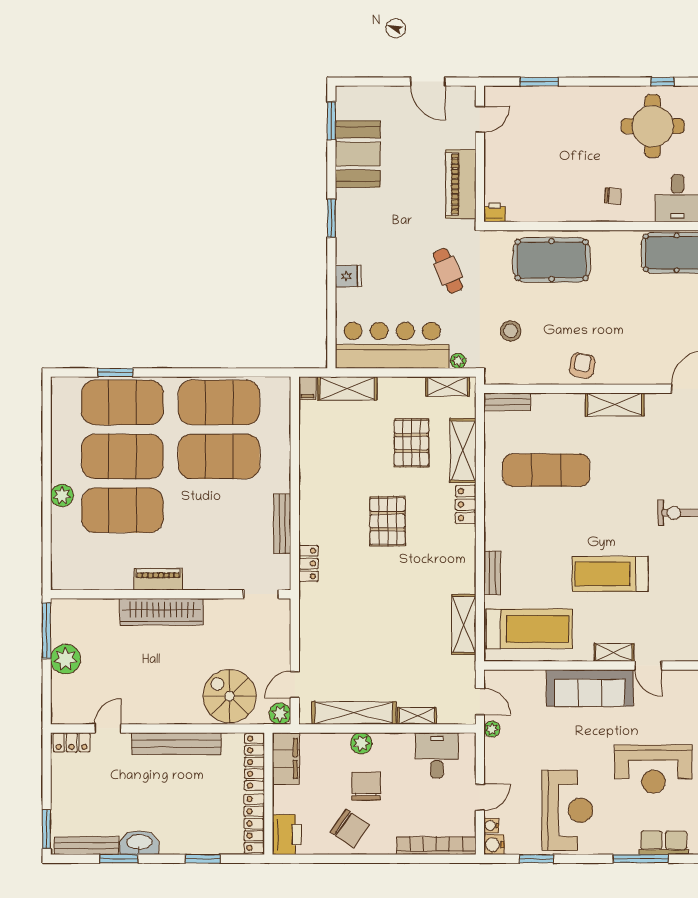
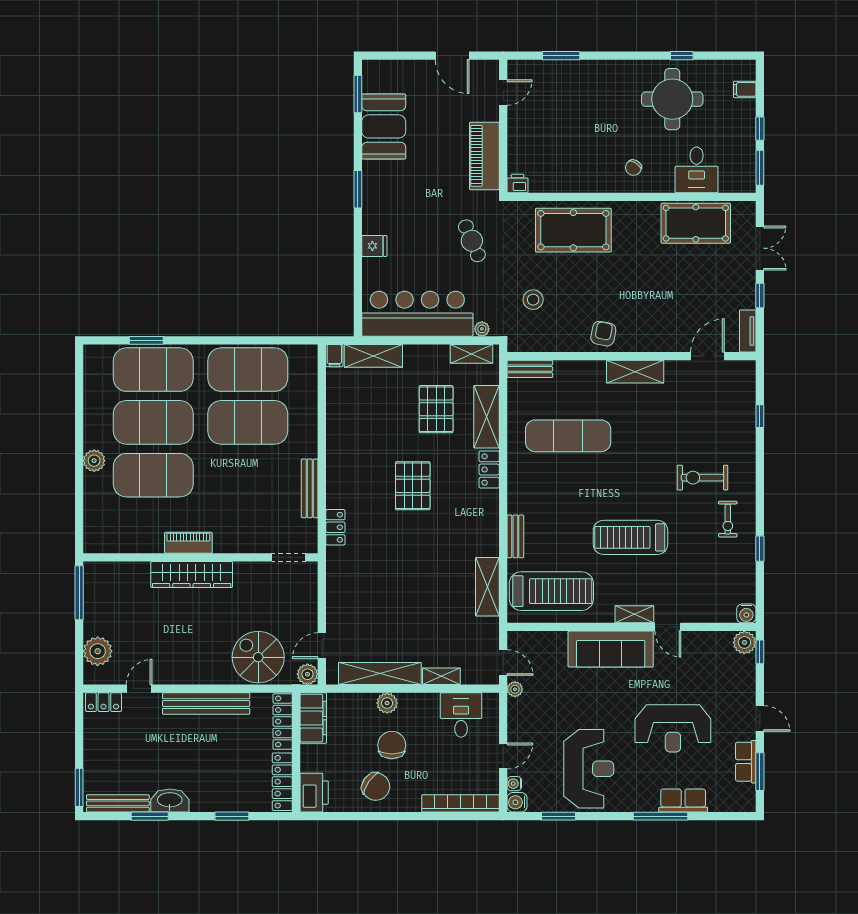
chair: (613, 196) -> (633, 168), turned 118
plant: (66, 659) -> (98, 651), moved

